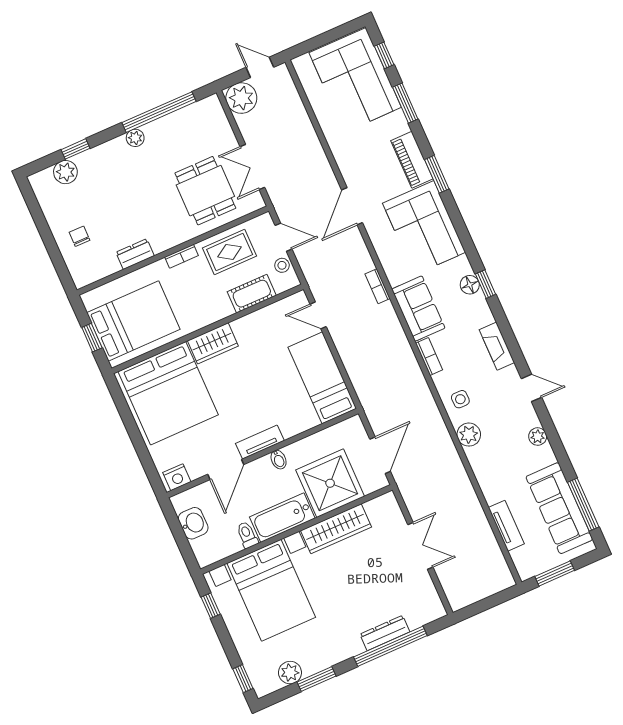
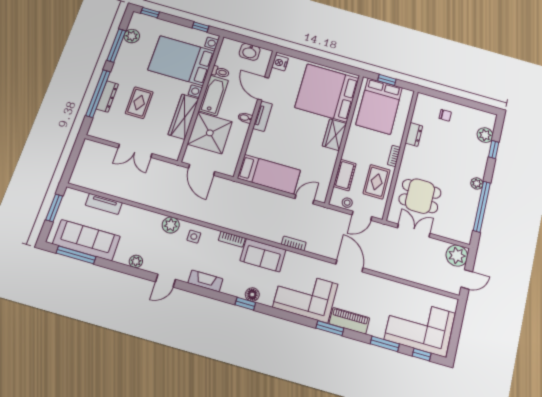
rug: (362, 592) -> (139, 103), added
window: (316, 679) -> (116, 46), width x1.44

